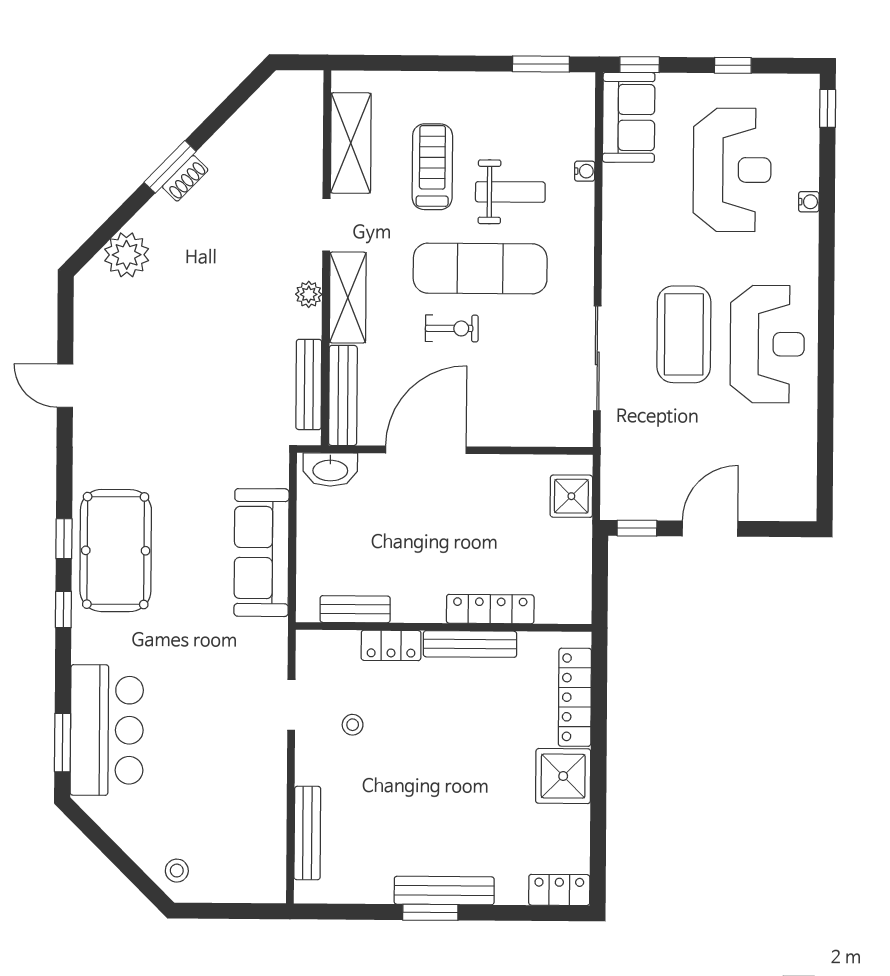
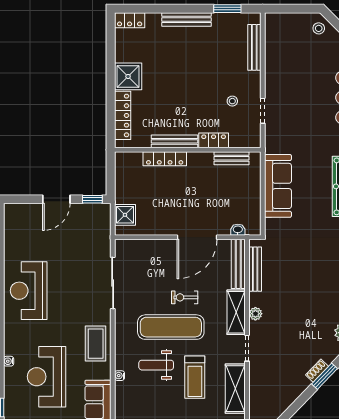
coffee table: (684, 334) -> (96, 344), moved, width x0.73, depth x0.76
washbasin: (330, 470) -> (238, 230), width x0.52, depth x0.69
window: (430, 912) -> (227, 9), moved

